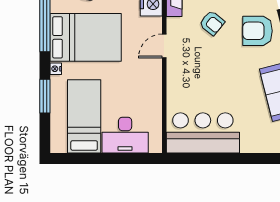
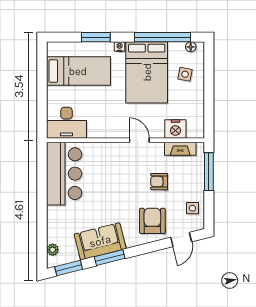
armchair: (212, 23) -> (159, 182), turned 51
desk: (125, 135) -> (66, 123), moved, turned -90

